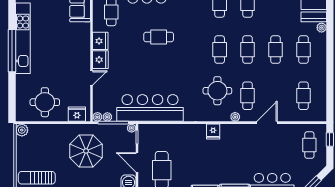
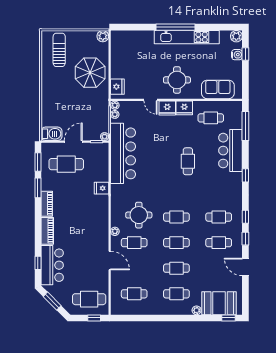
round table: (45, 102) -> (177, 80), moved
fridge: (213, 131) -> (101, 188), moved
cafe table: (309, 145) -> (89, 299), width x1.37, depth x1.35
parasol: (86, 151) -> (90, 73), moved

